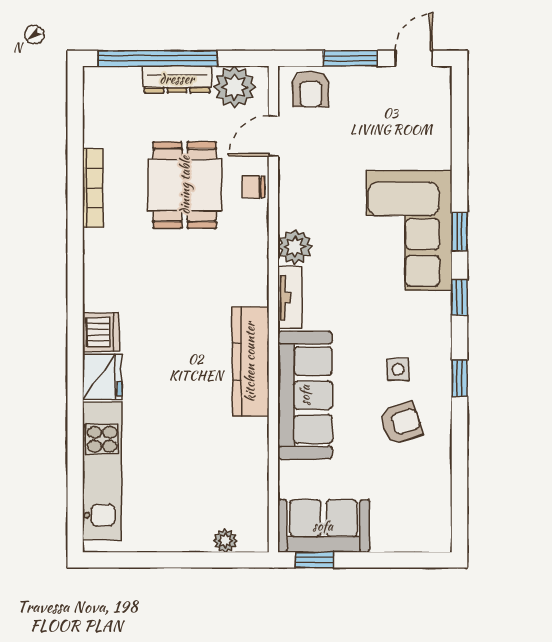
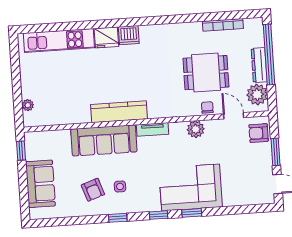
bookcase: (93, 188) -> (223, 25), moved
plant: (295, 247) -> (196, 129), moved
sofa: (323, 526) -> (40, 184), moved

